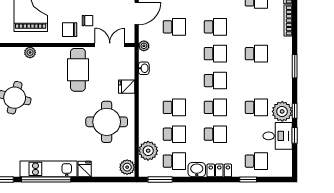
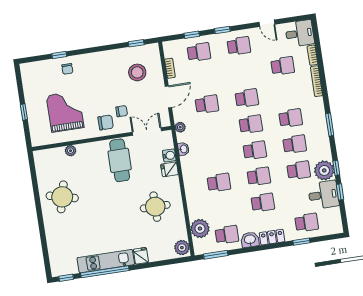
chair: (70, 30) -> (106, 122), turned 180
water cooler: (129, 73) -> (169, 156), added
round table: (107, 122) -> (155, 207), width x0.73, depth x0.73
school desk: (174, 134) -> (295, 144), moved

